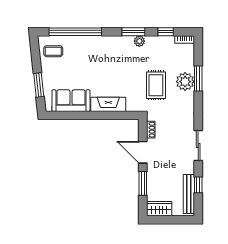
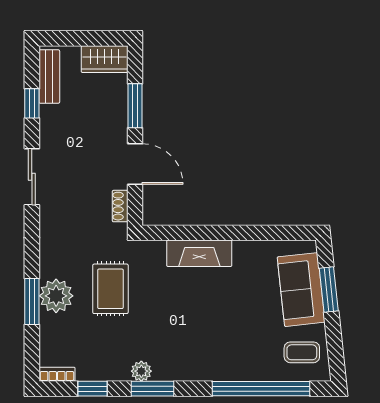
sofa: (71, 101) -> (301, 290), moved, turned 84
bench: (189, 194) -> (49, 77), width x0.73

